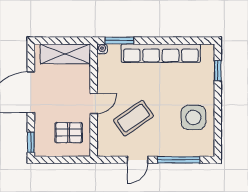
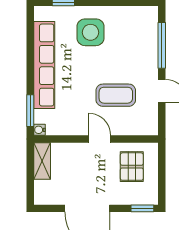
shelving: (65, 54) -> (42, 161), width x0.67, depth x0.75
side table: (193, 117) -> (90, 32), moved
coffee table: (133, 118) -> (116, 95), turned -55

